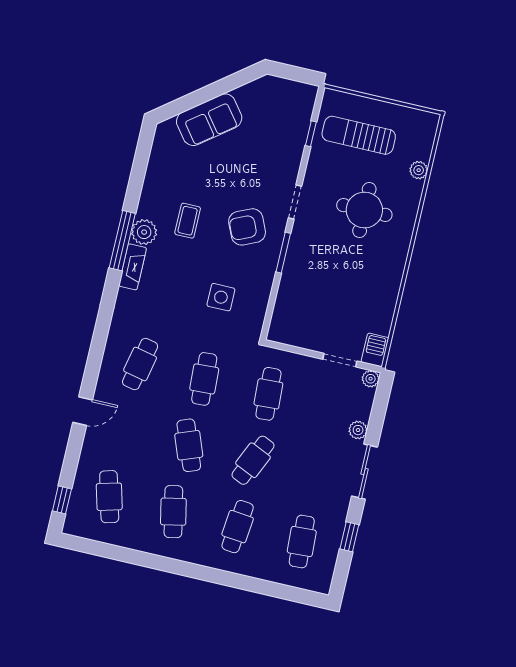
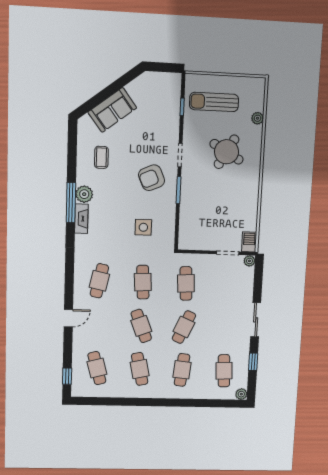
round table: (364, 210) -> (227, 152), turned 30
coffee table: (188, 221) -> (101, 157), moved
plant: (358, 430) -> (241, 394), moved

